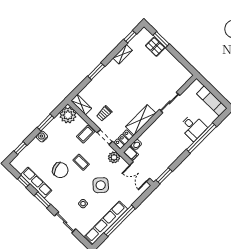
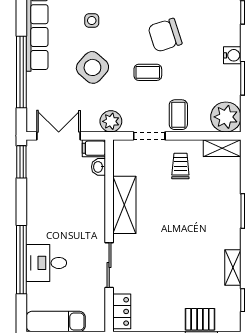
locker: (124, 139) -> (122, 311), moved
window: (120, 221) -> (21, 72), moved

